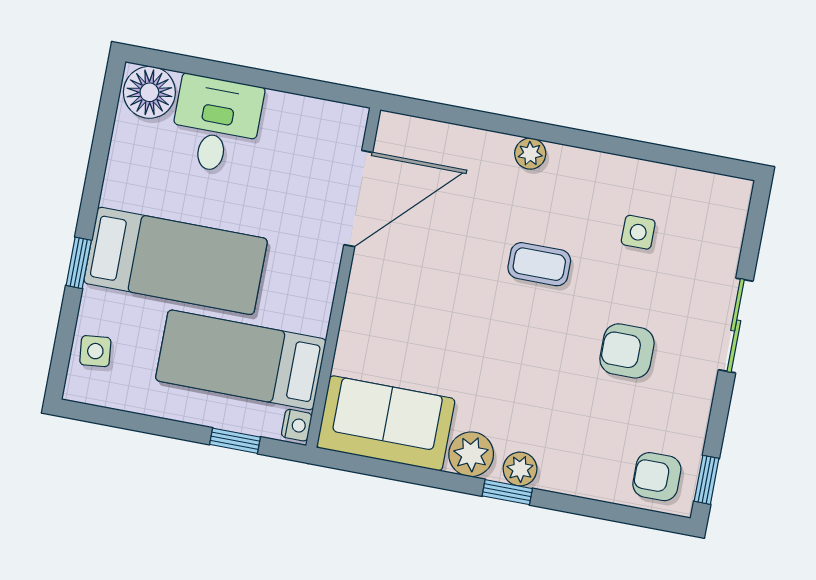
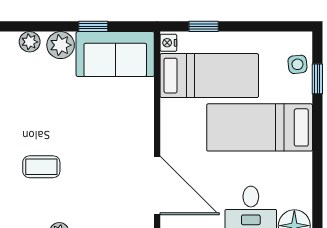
door: (358, 199) -> (157, 185), swing flipped
window: (79, 263) -> (317, 79), moved
window: (507, 492) -> (93, 26), moved

